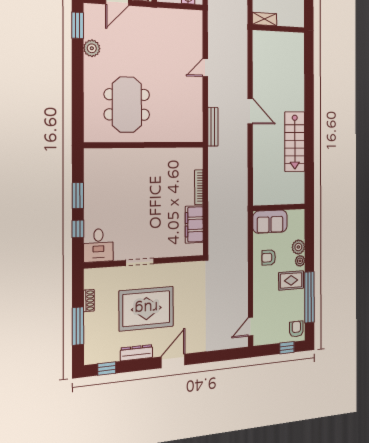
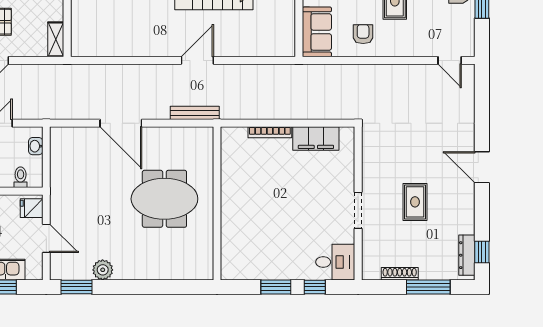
door: (205, 68) -> (121, 123), width x1.88
meeting table: (127, 105) -> (164, 199), moved
door: (250, 111) -> (197, 60), moved
armchair: (269, 258) -> (363, 34), turned 180
shoe rack: (89, 301) -> (400, 274), width x1.43
rug: (146, 309) -> (415, 202), width x0.54, depth x0.49
dresser: (137, 353) -> (467, 255), moved

